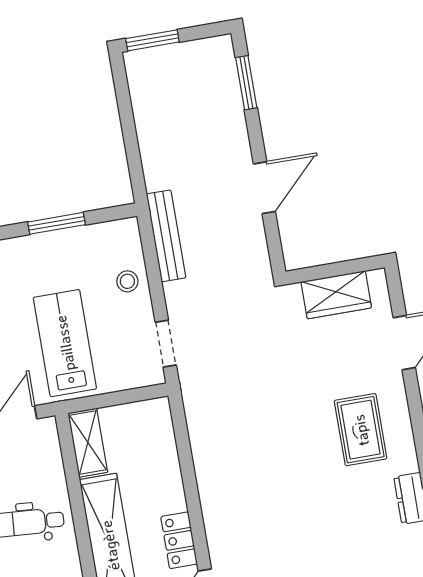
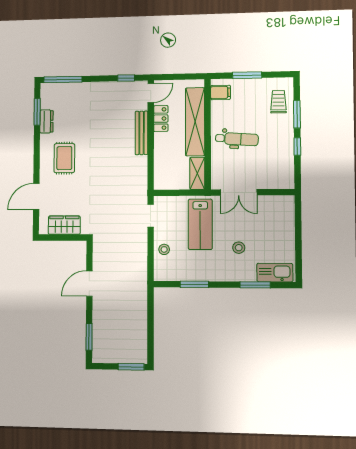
bench: (166, 236) -> (142, 133), moved

